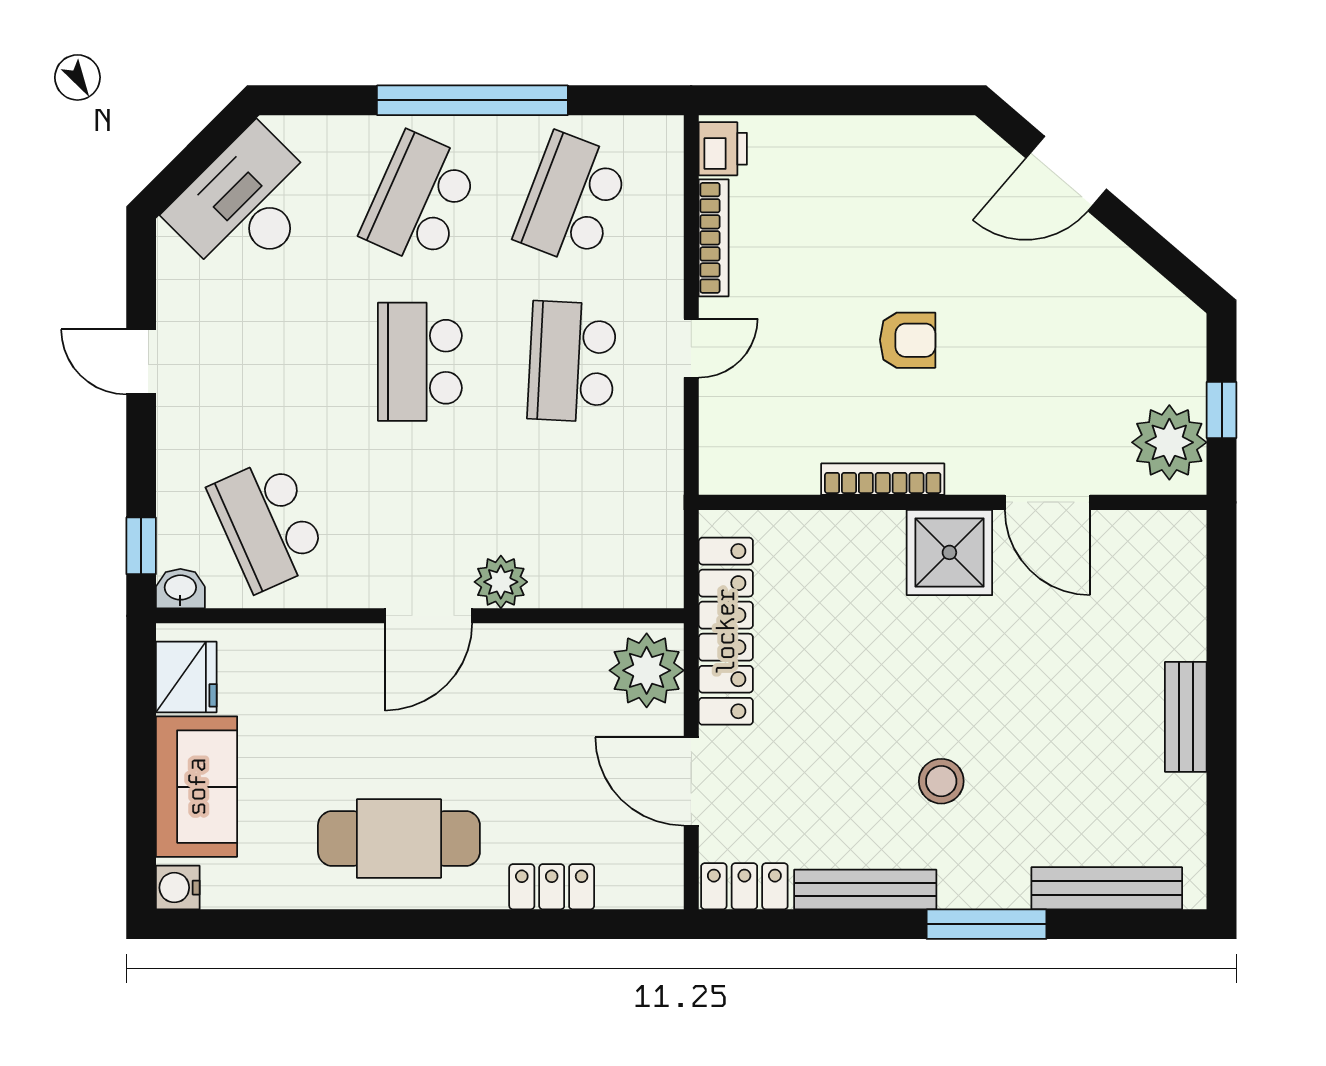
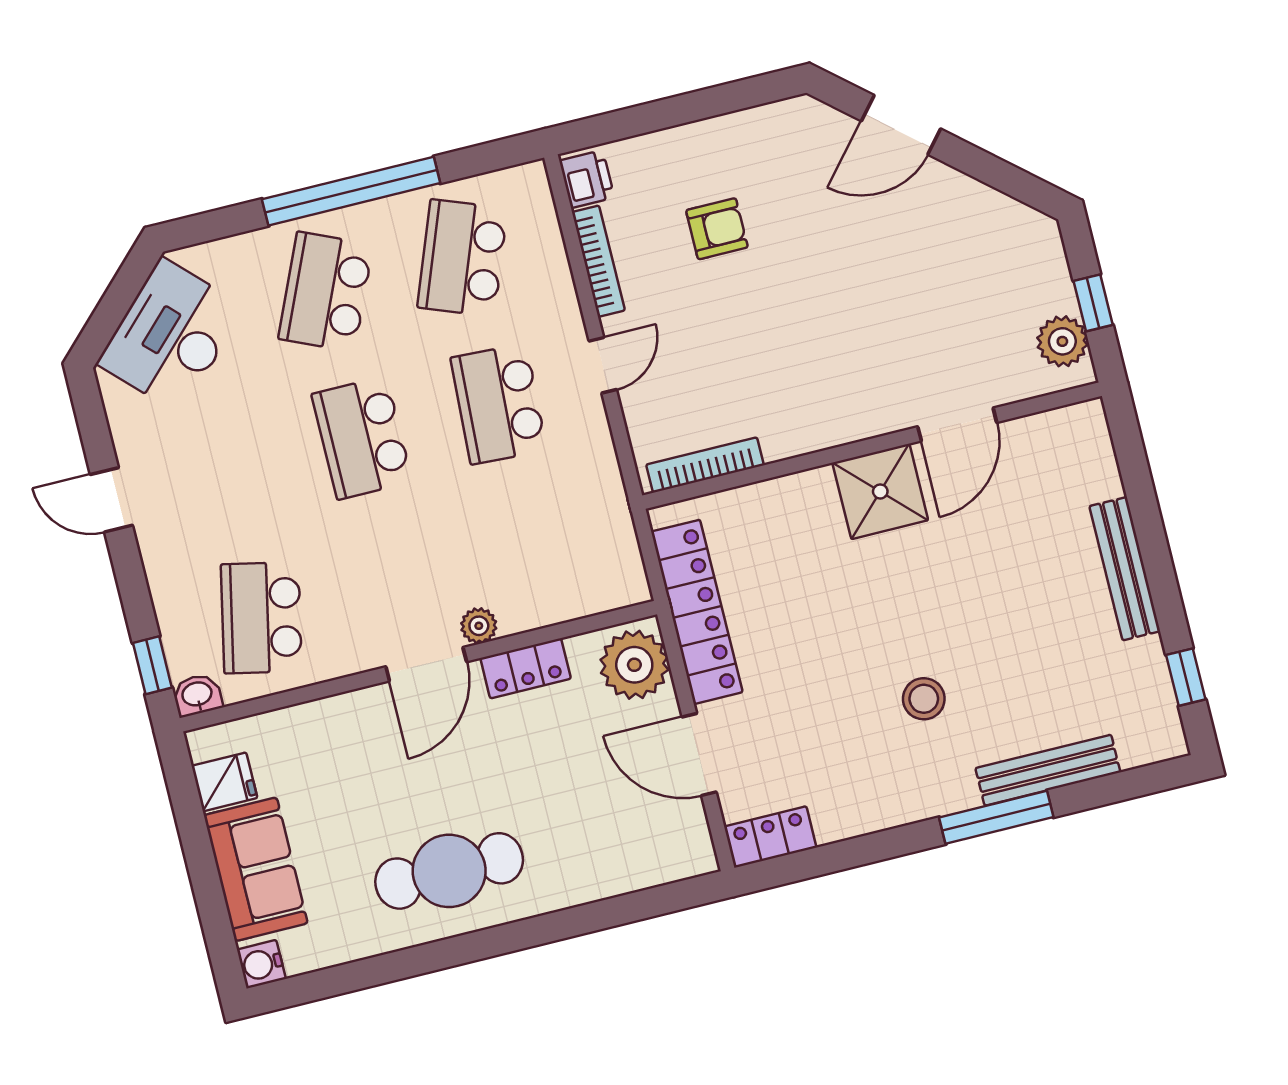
armchair: (908, 340) -> (717, 229), moved
plant: (1169, 442) -> (1062, 341), width x0.73, depth x0.73
bookcase: (883, 479) -> (705, 465), moved
door: (1047, 502) -> (957, 425), hinge flipped
school desk: (268, 524) -> (261, 618), turned 36
plant: (501, 582) -> (479, 626), width x0.73, depth x0.73
fridge: (186, 677) -> (224, 782), width x0.72
bench: (1186, 717) -> (1125, 569), width x1.36
window: (1222, 826) -> (1186, 677), added
locker: (552, 887) -> (526, 668), moved, turned 180
bench: (1107, 888) -> (1048, 770), moved
bench: (865, 889) -> (880, 813), removed

